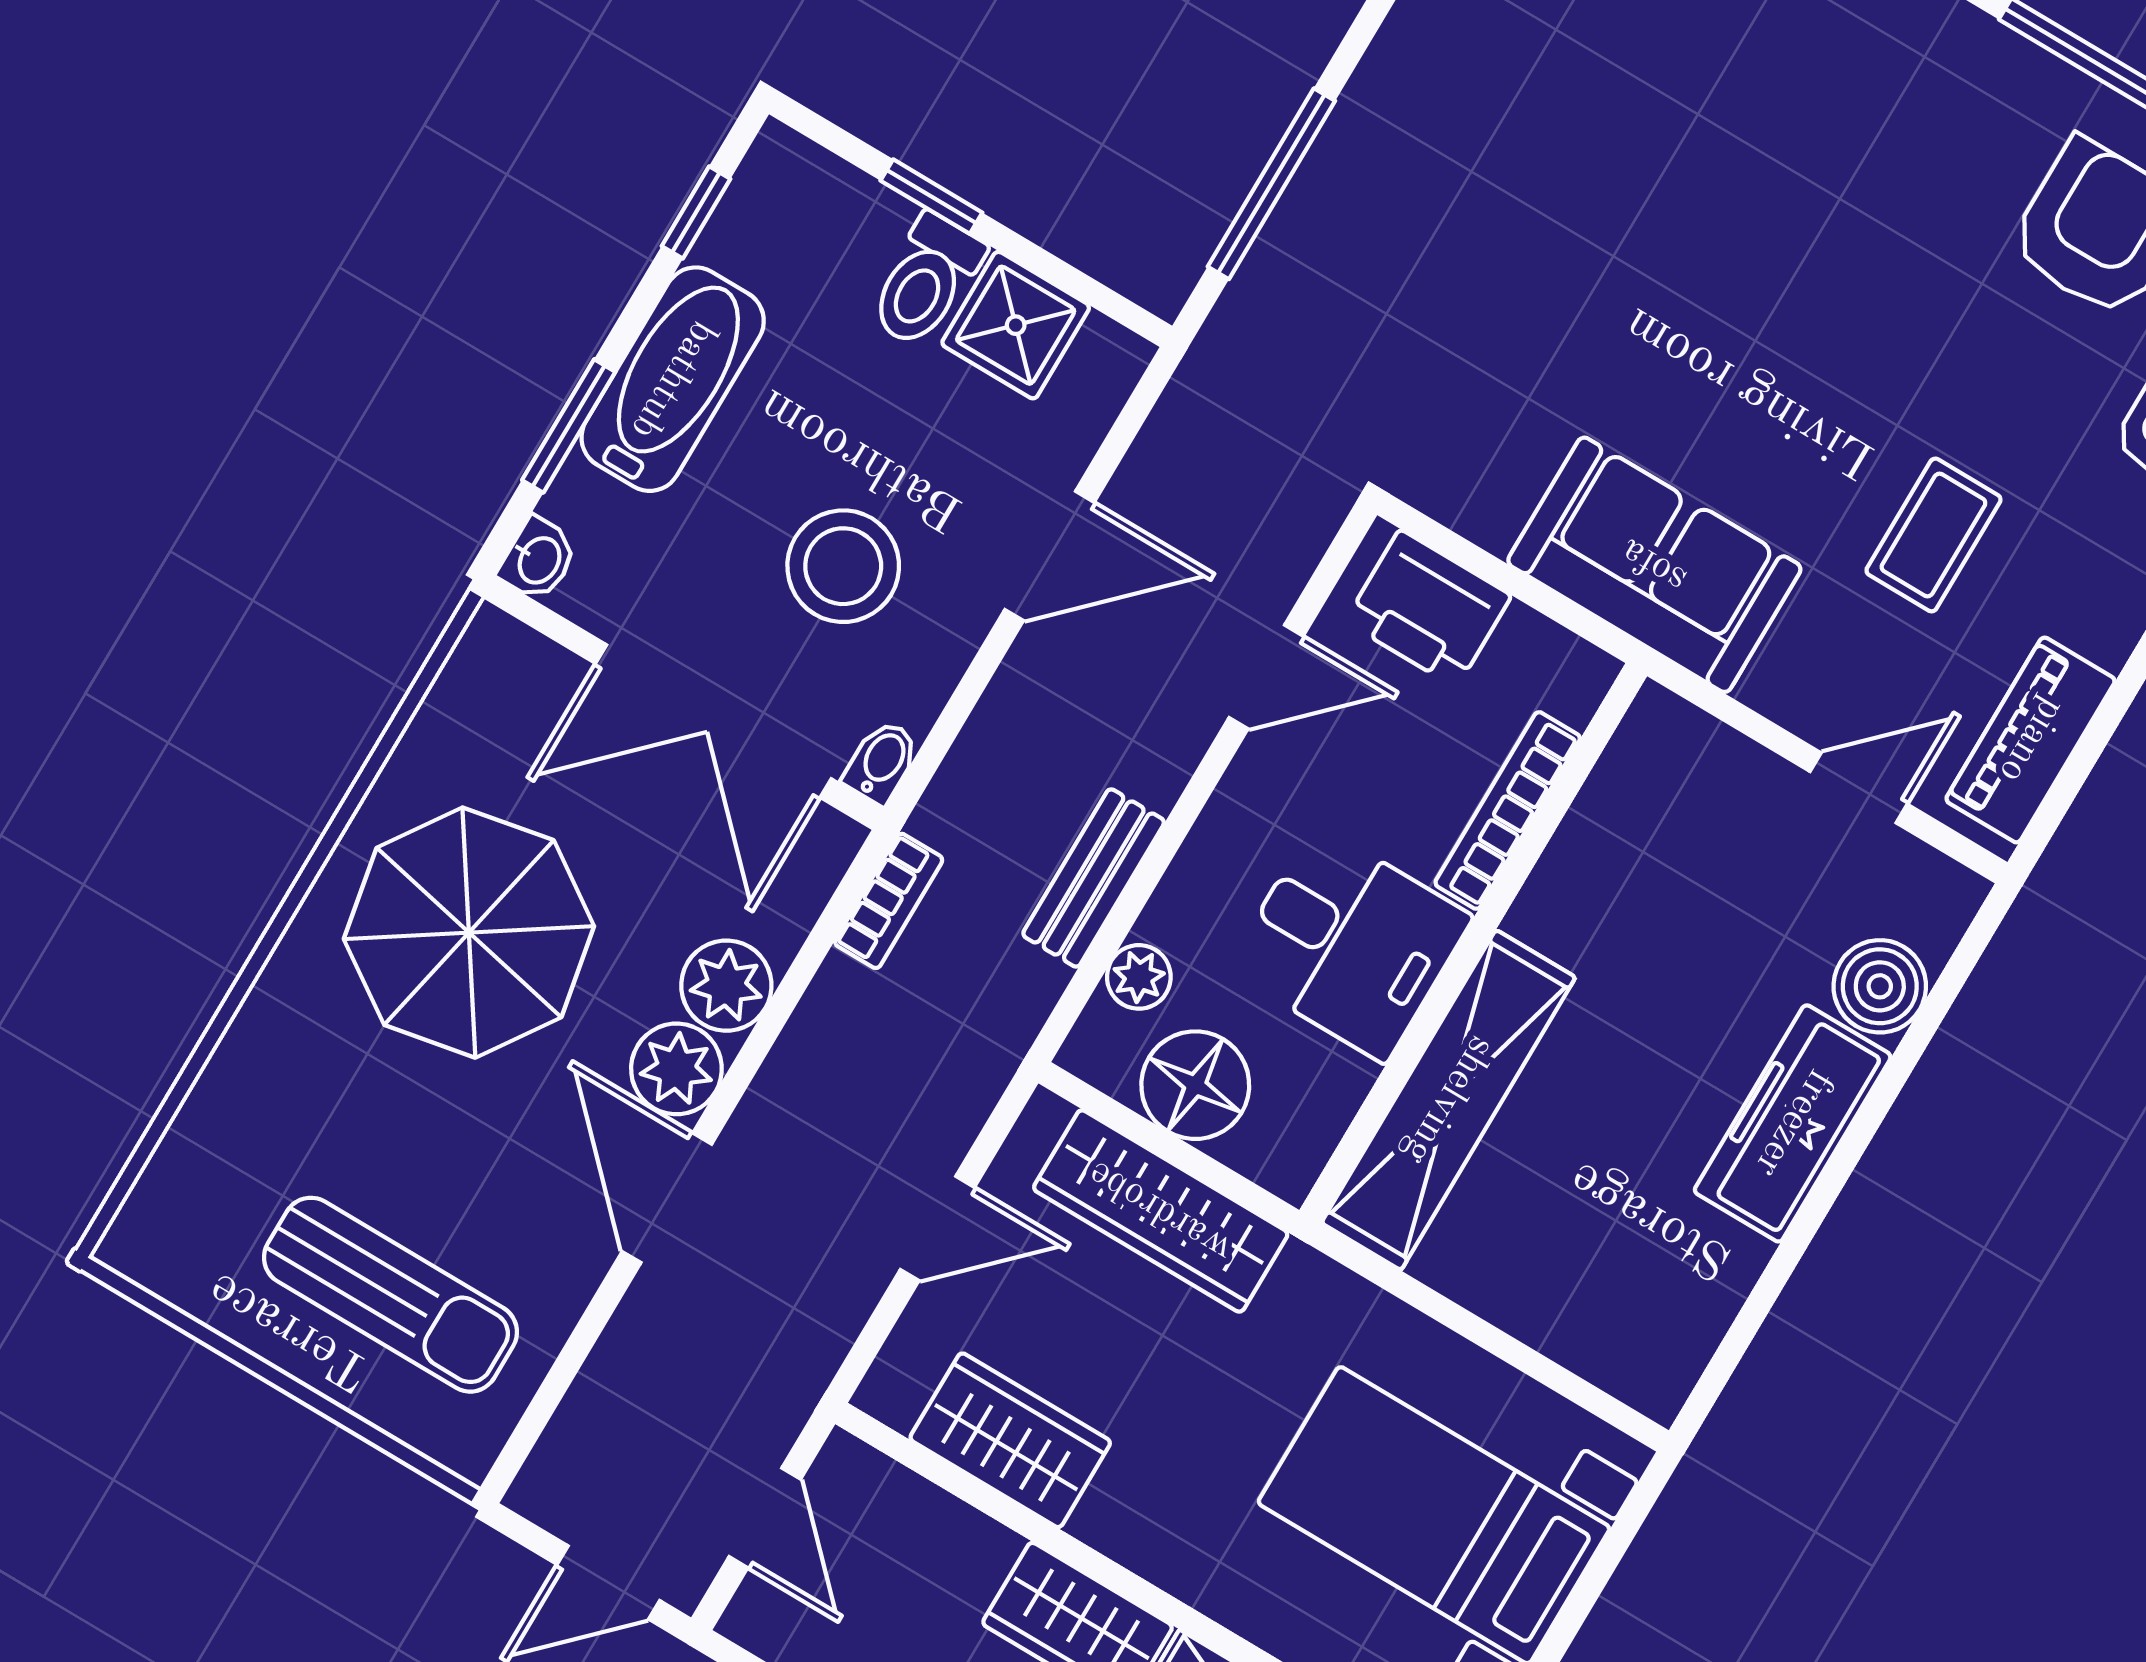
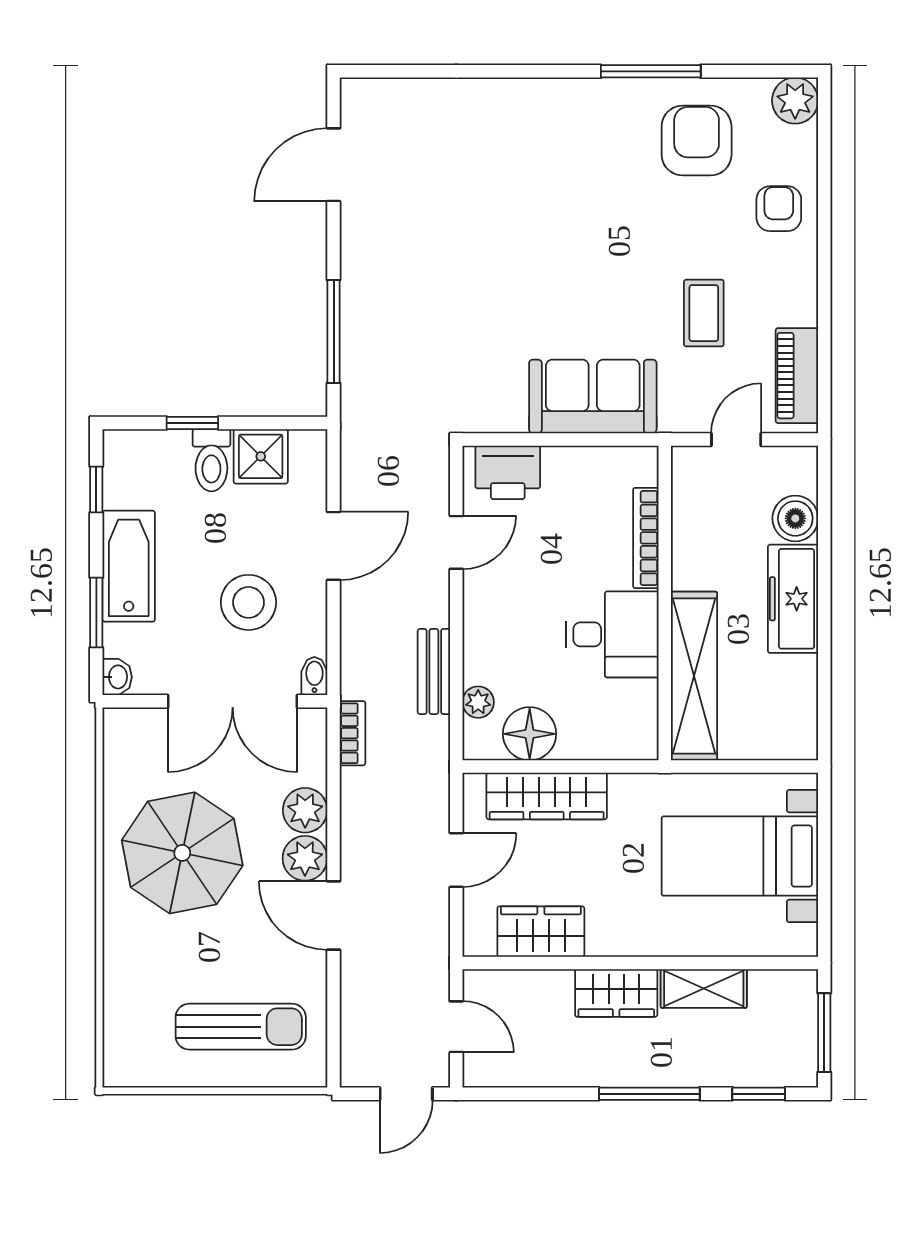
bookcase: (1508, 810) -> (646, 538), moved
desk: (1350, 943) -> (612, 634), moved
wall: (1473, 943) -> (665, 603), moved
shelving: (1448, 1100) -> (694, 676), moved

